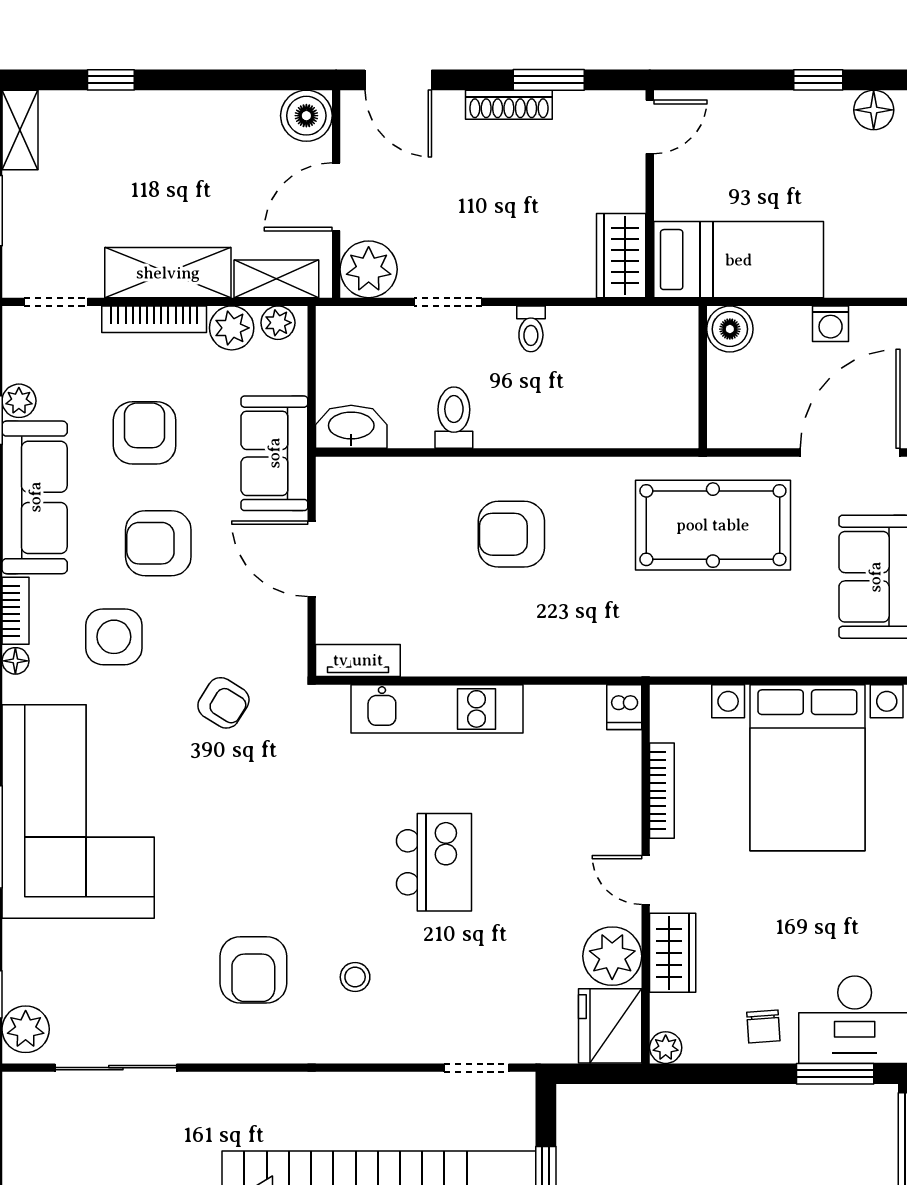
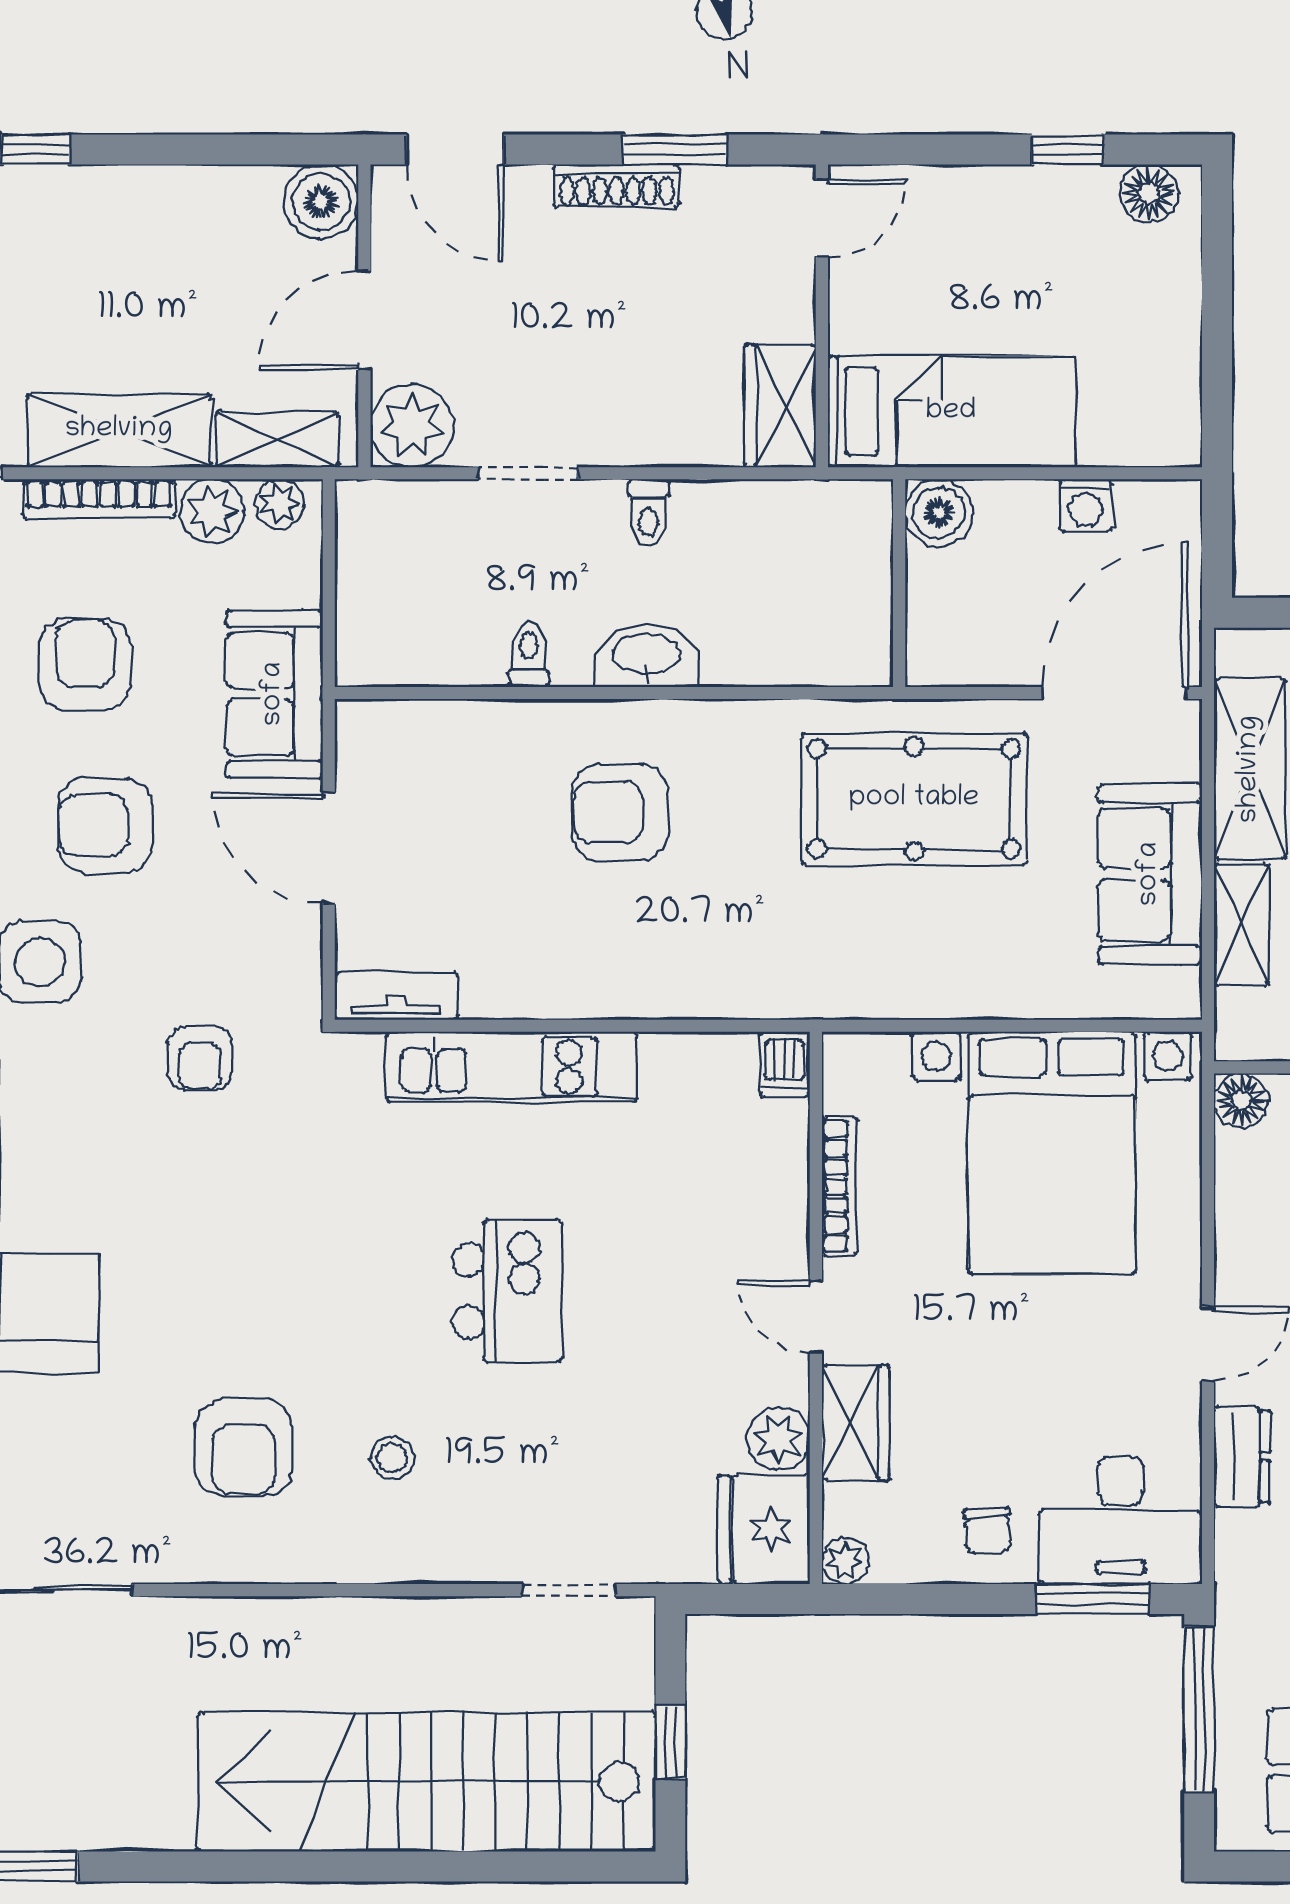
toilet: (454, 418) -> (529, 655), width x0.73, depth x0.72
washbasin: (351, 427) -> (646, 655), moved
armchair: (223, 703) -> (200, 1058), turned 58
plant: (612, 956) -> (779, 1439), width x0.73, depth x0.73

